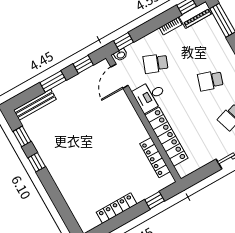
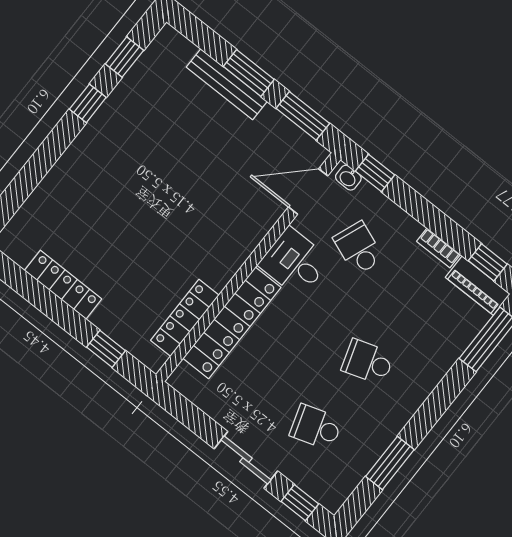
window: (83, 64) -> (303, 116), width x1.50
school desk: (210, 81) -> (368, 362), turned -36
bench: (35, 105) -> (227, 84), moved

